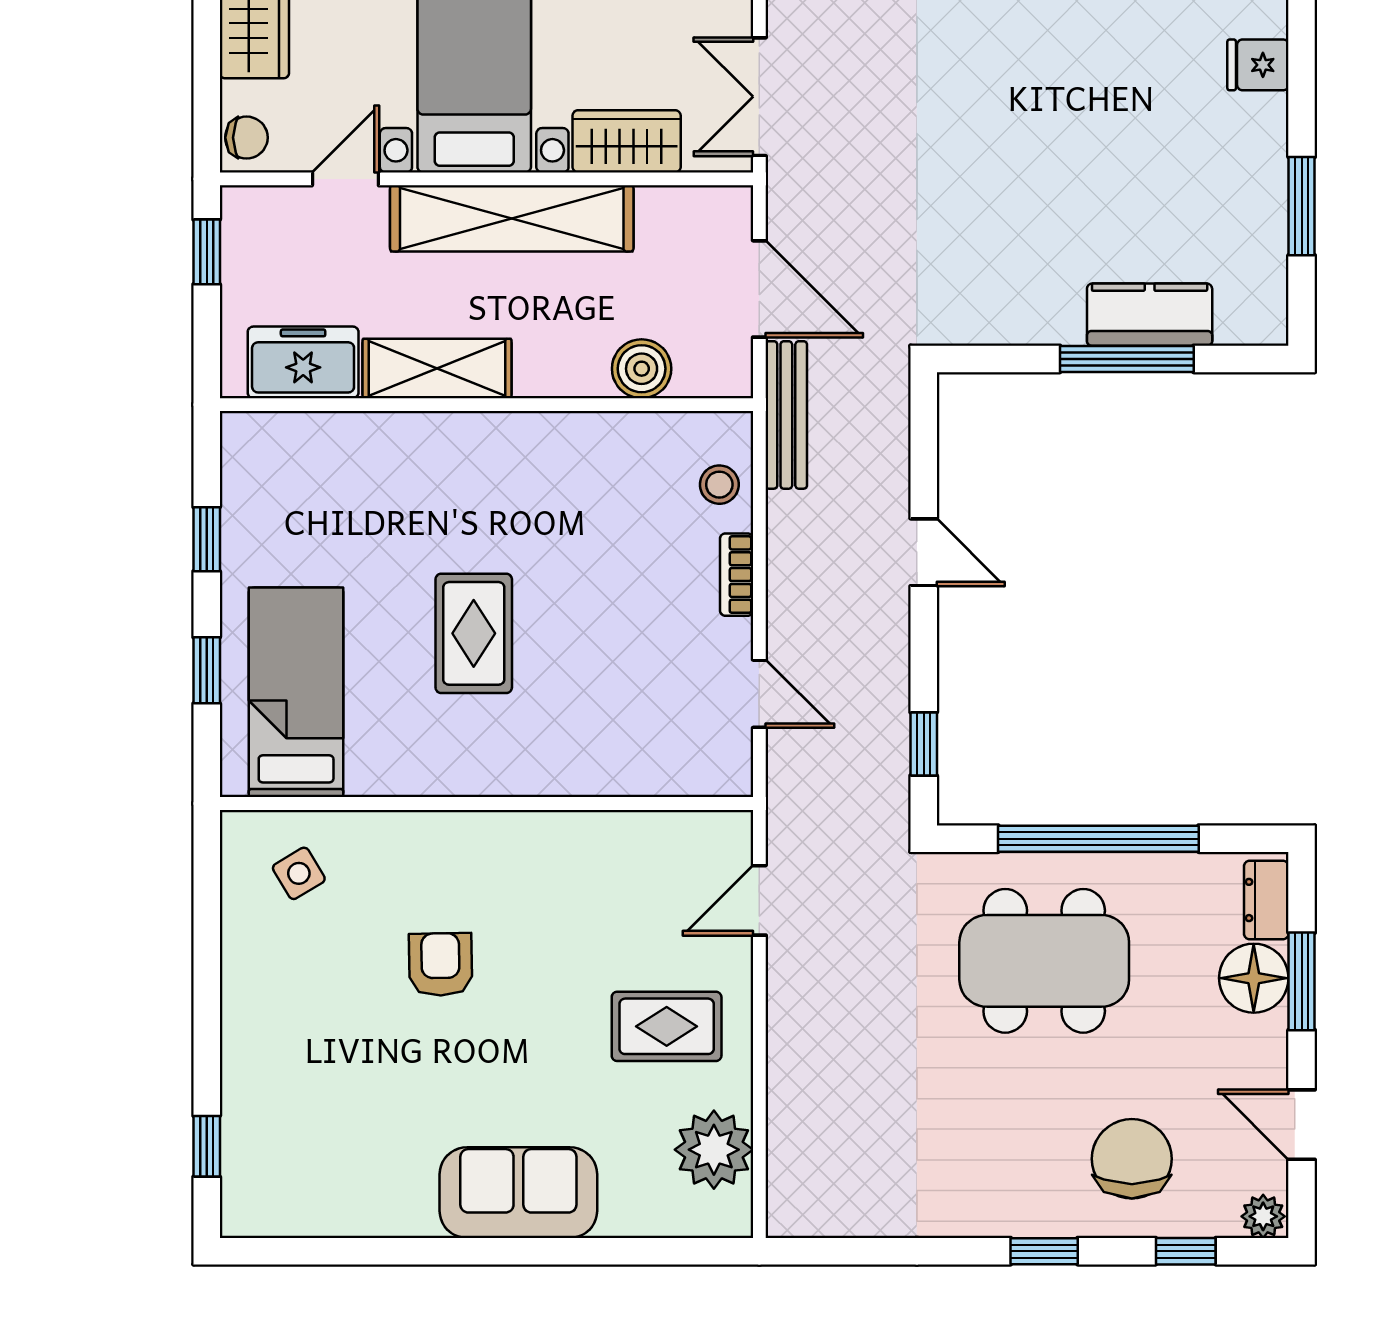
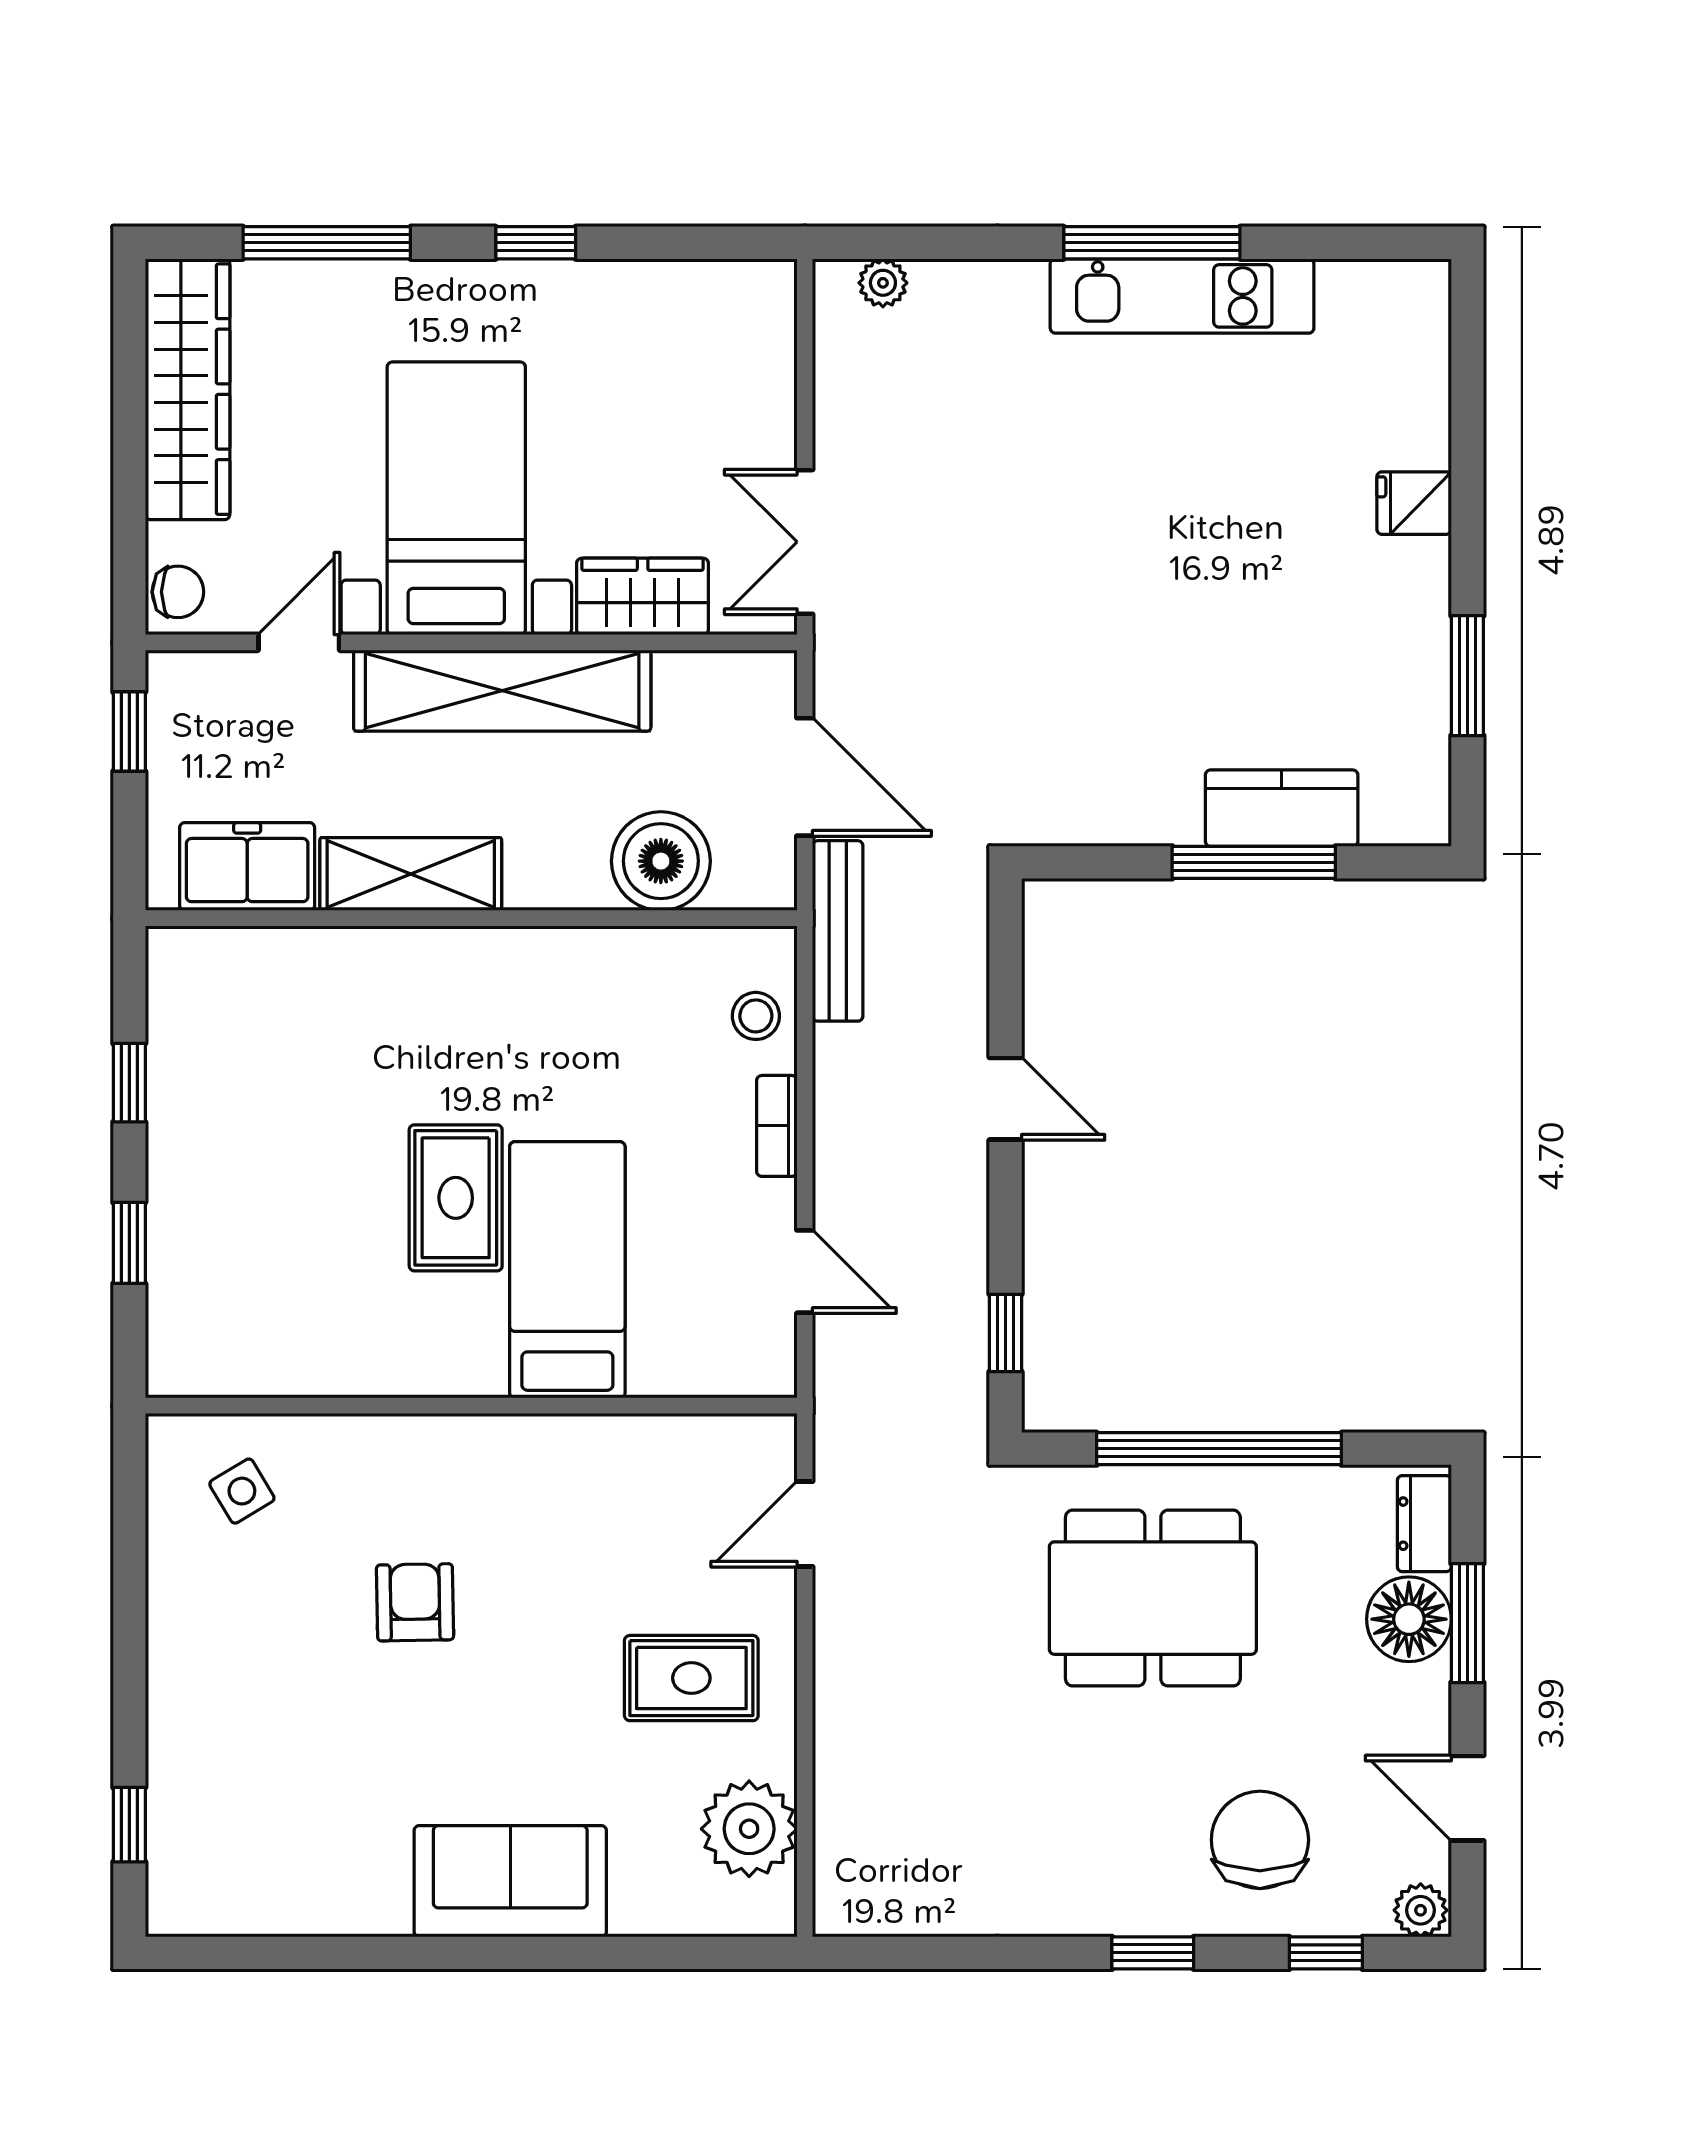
boiler: (642, 369) -> (661, 861), width x1.37, depth x1.37
bed: (296, 692) -> (567, 1270), moved

